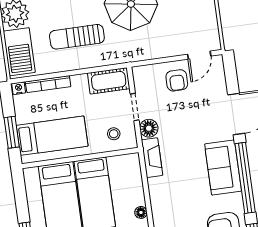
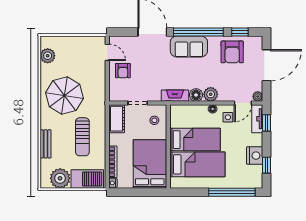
armchair: (177, 80) -> (123, 71), turned 90
floor lamp: (149, 128) -> (196, 95), moved
window: (12, 132) -> (143, 192), removed
bed: (52, 136) -> (150, 164), width x1.50
plant: (161, 207) -> (211, 94), added

